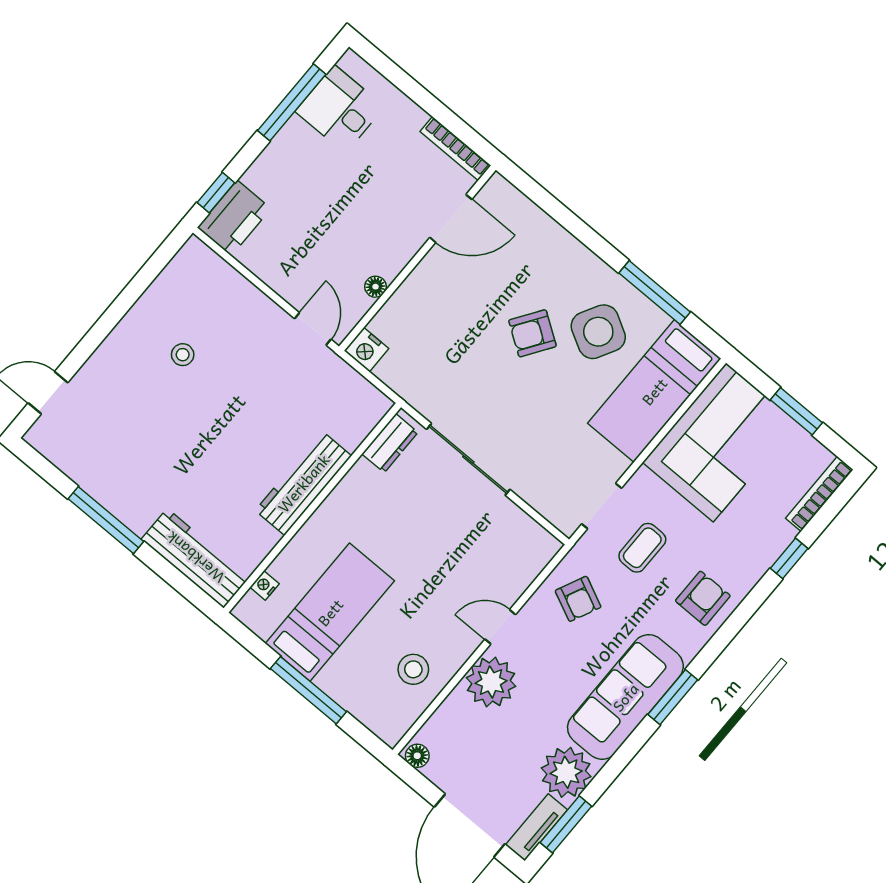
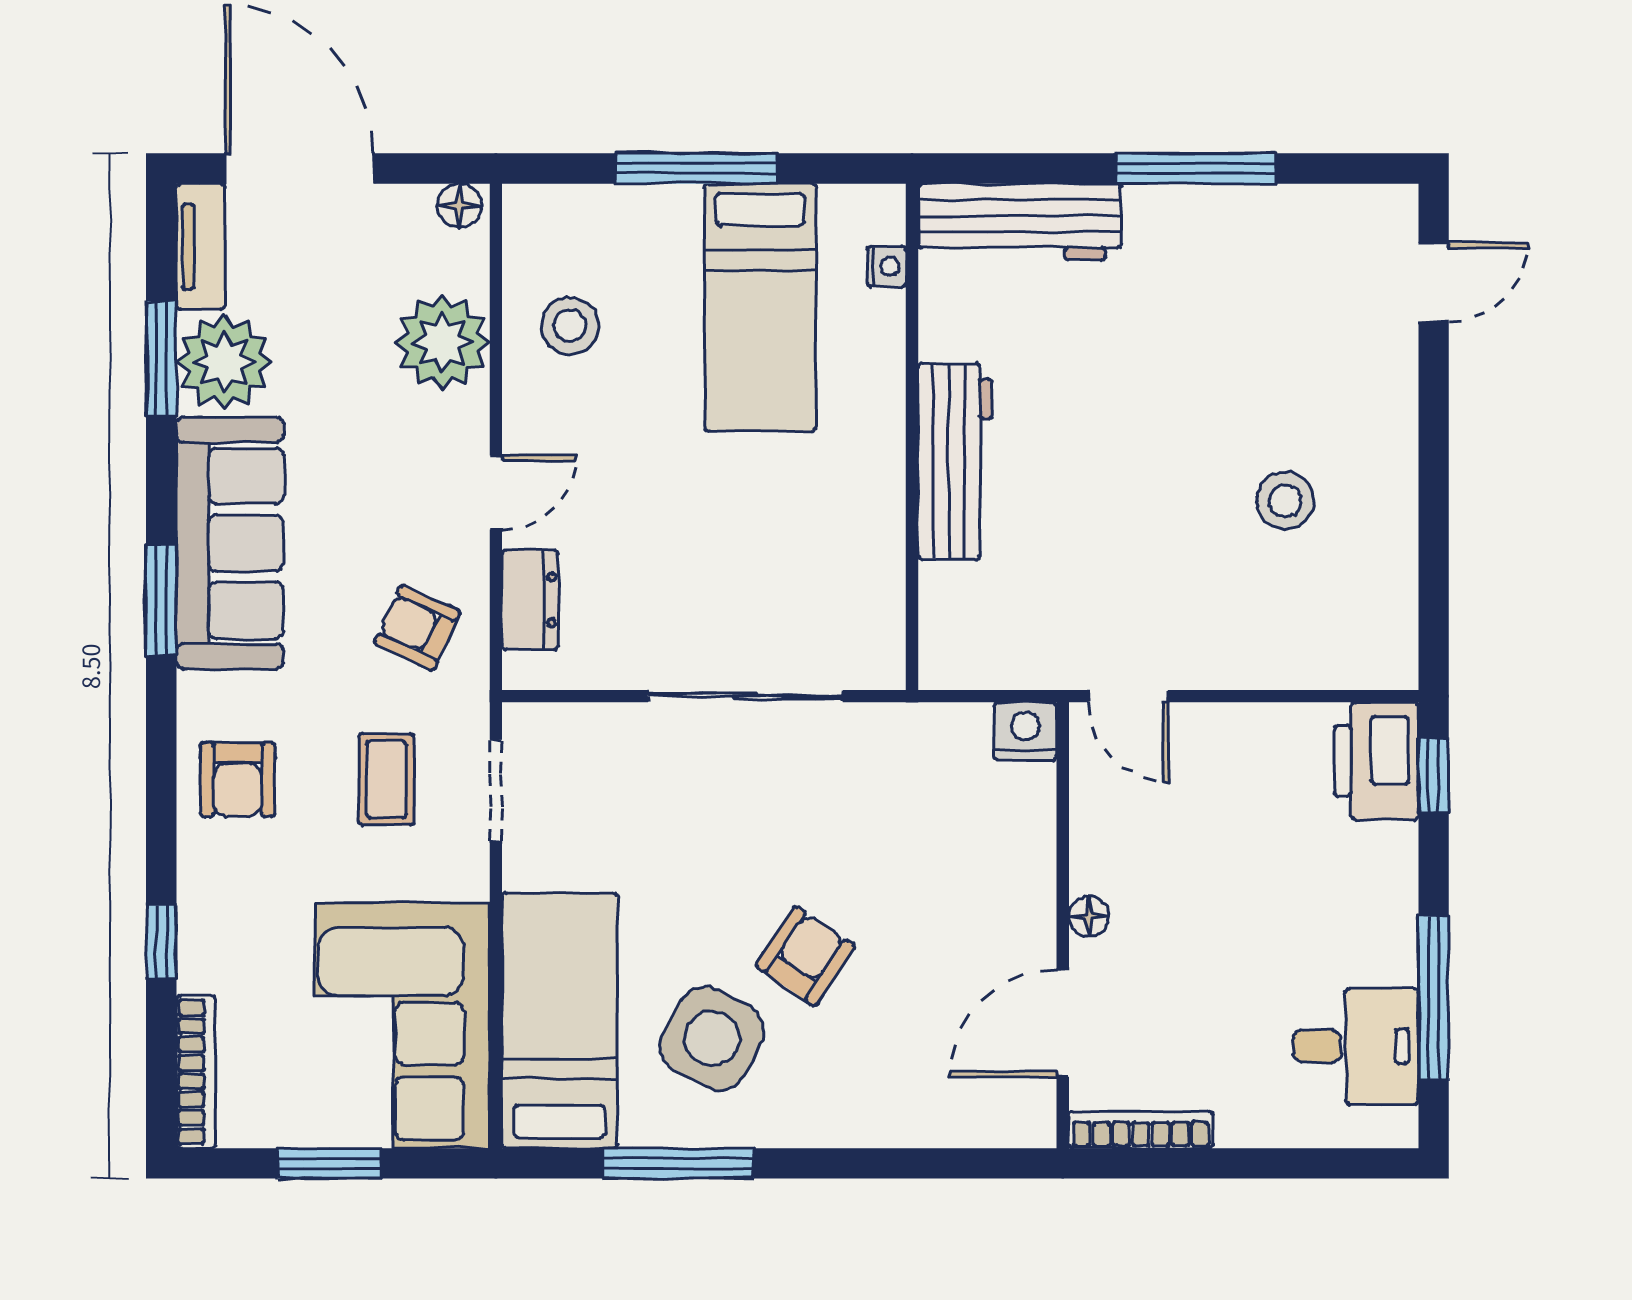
floor lamp: (376, 287) -> (1089, 916), moved
stool: (183, 355) -> (1285, 501), width x1.37, depth x1.37
dresser: (390, 443) -> (530, 600), moved, turned 180
plant: (491, 682) -> (442, 342), moved
window: (566, 824) -> (161, 359), moved

